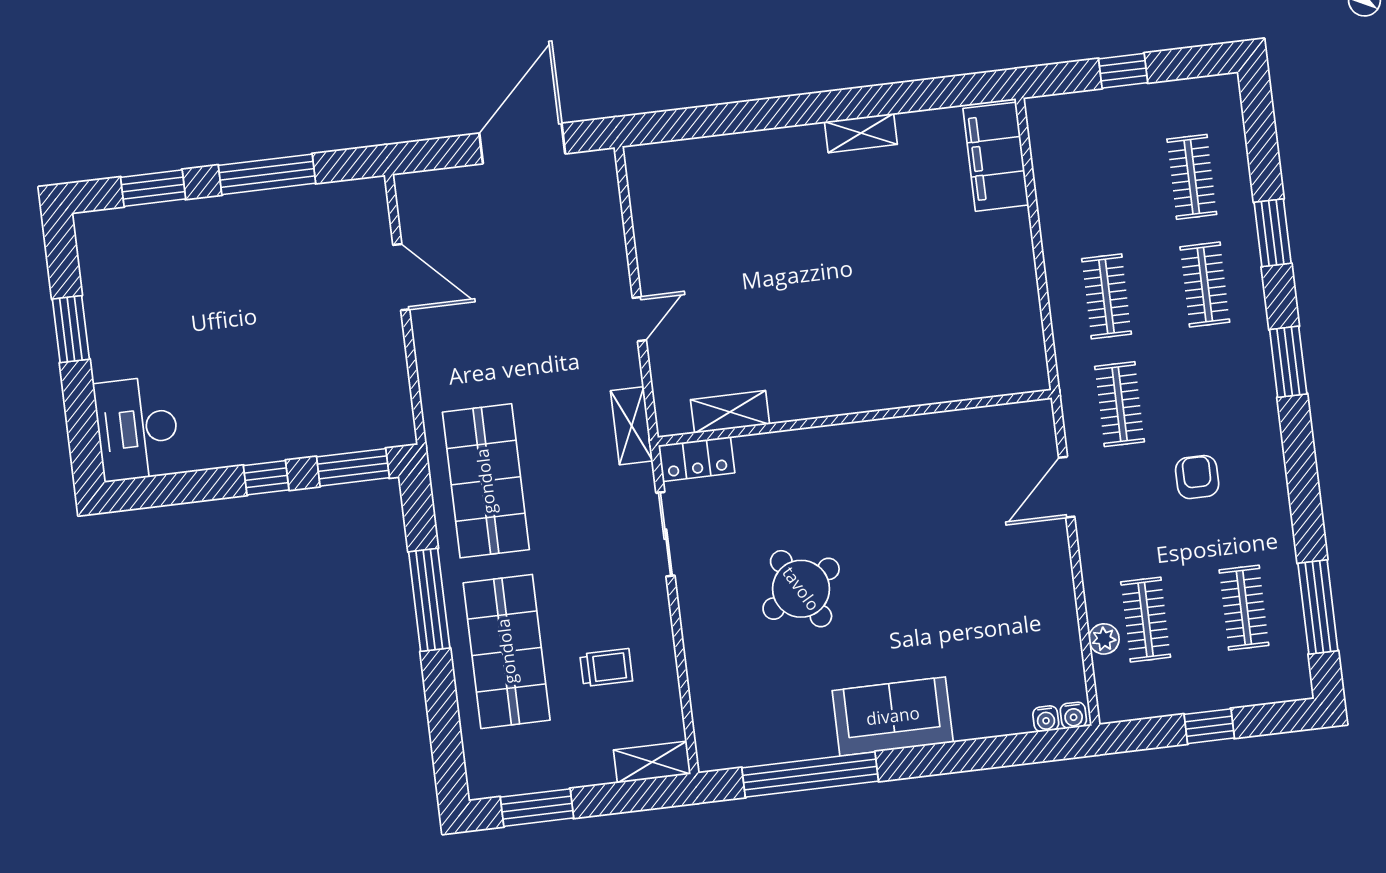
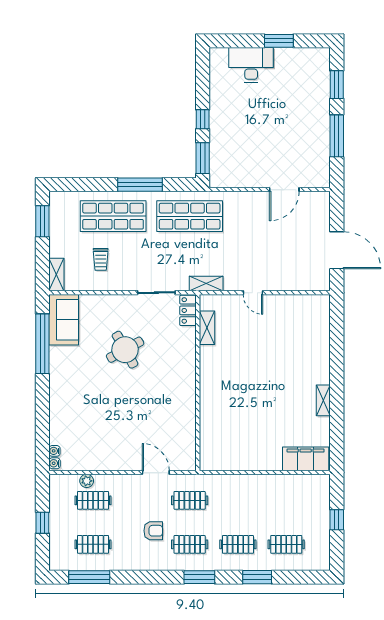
clothes rail: (1107, 296) -> (190, 544), moved
desk: (137, 429) -> (251, 65), moved
sofa: (893, 716) -> (64, 320), moved

